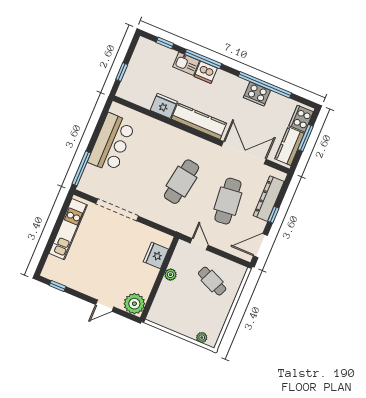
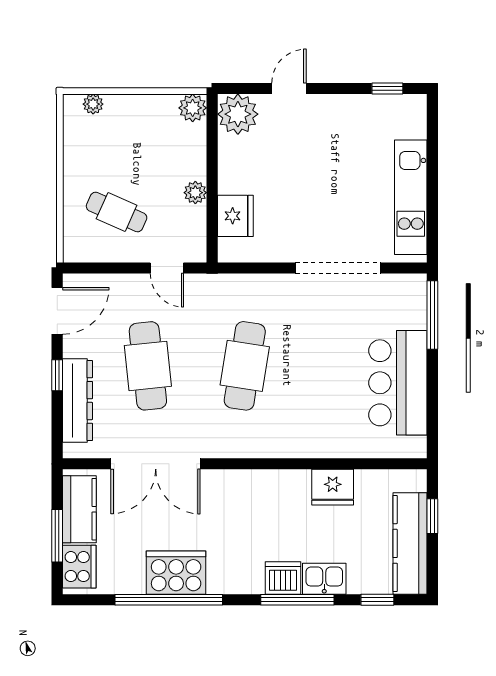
cooker: (257, 94) -> (176, 573), width x1.37, depth x1.31
kitchen counter: (199, 121) -> (410, 543), moved, turned 90
plant: (155, 316) -> (193, 108), added

